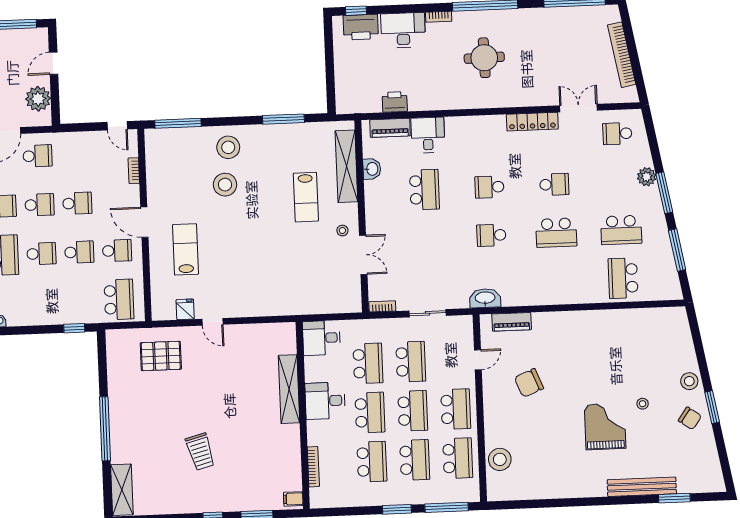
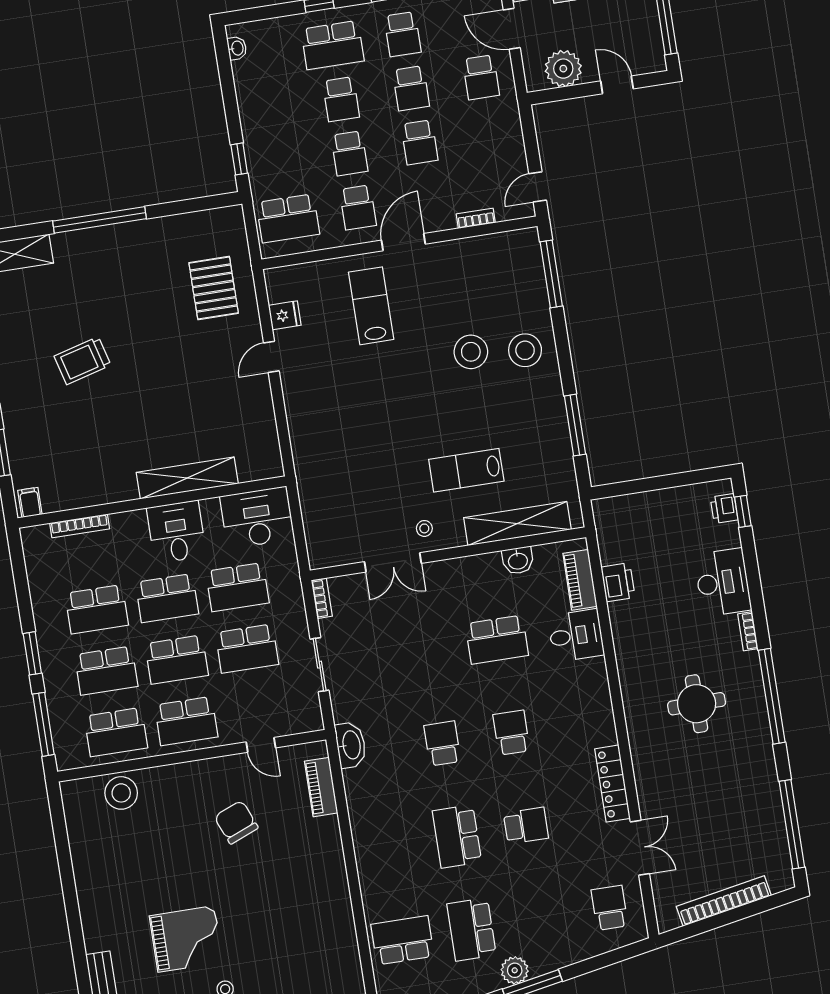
printer: (361, 27) -> (724, 508), width x0.53, depth x0.68
plant: (647, 177) -> (515, 970), moved
school desk: (554, 184) -> (526, 826), turned -90
lab bench: (185, 249) -> (371, 306), turned -90
desk: (321, 338) -> (257, 518), width x1.37

